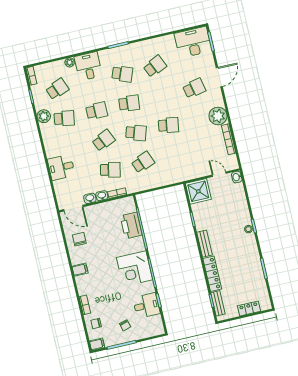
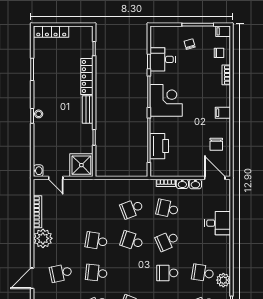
school desk: (129, 103) -> (96, 273), moved
bench: (218, 303) -> (88, 44), removed
locker: (249, 308) -> (51, 32), width x1.53

